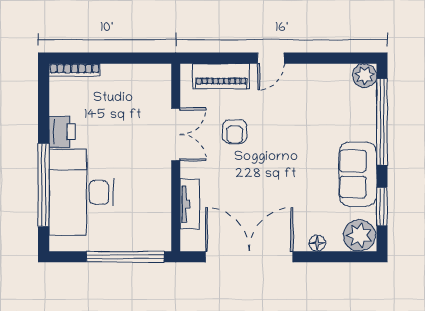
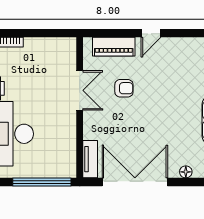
armchair: (235, 132) -> (124, 88), turned -90
tv unit: (190, 204) -> (90, 159), moved

